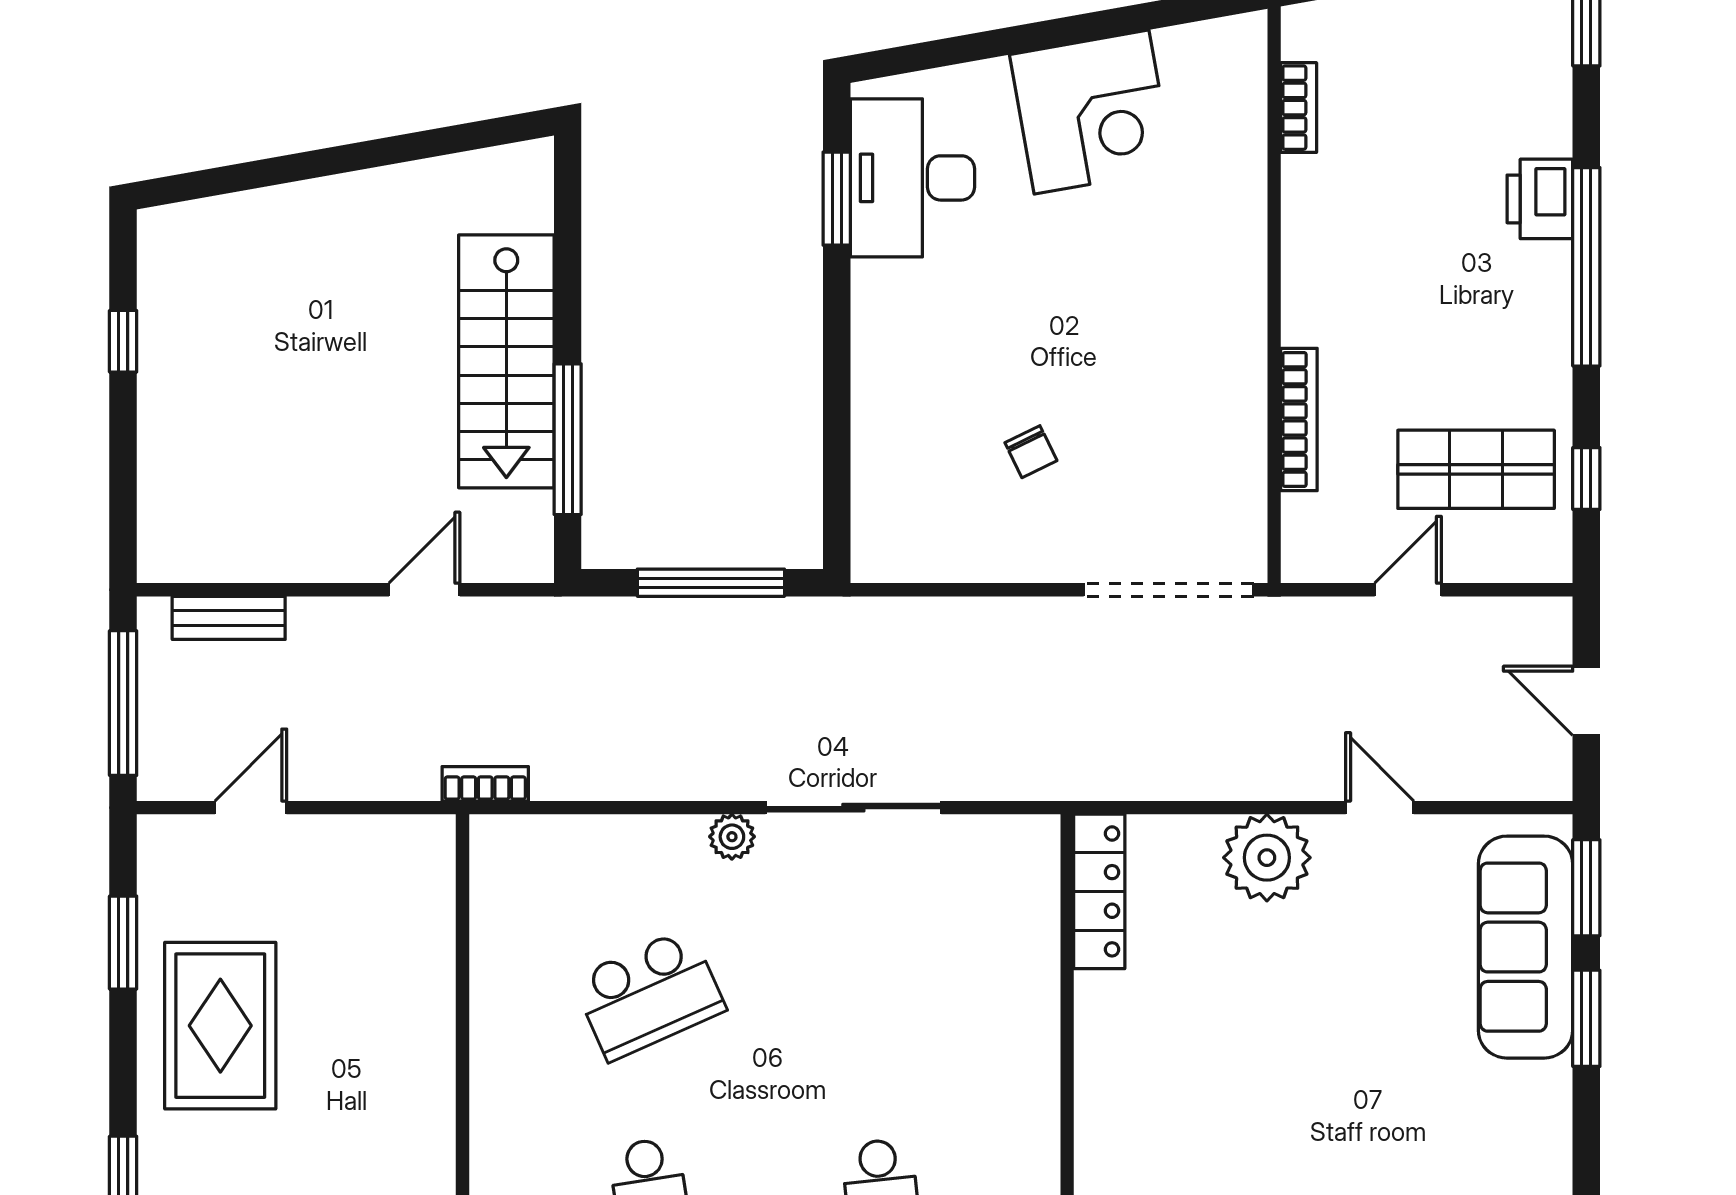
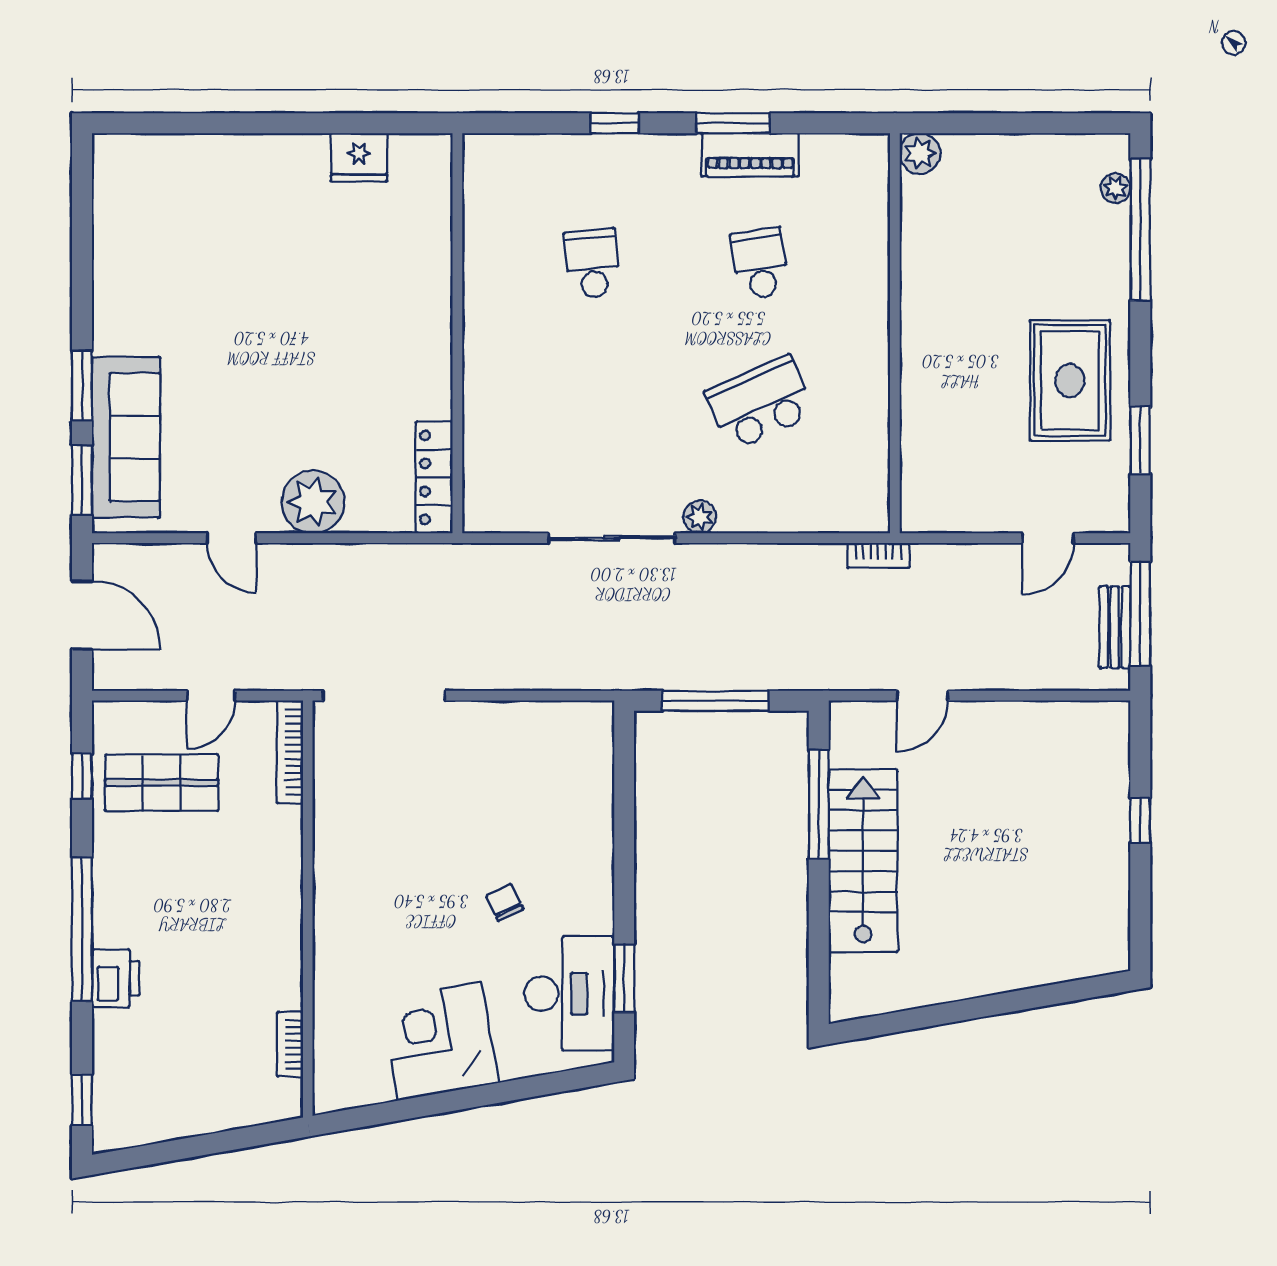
window: (123, 341) -> (1140, 820), moved
bookcase: (1299, 420) -> (290, 752), moved
chair: (1031, 452) -> (505, 902), moved
bench: (229, 618) -> (1115, 627), moved, turned 90
door: (1586, 701) -> (82, 615), width x1.38

